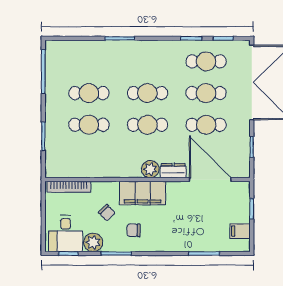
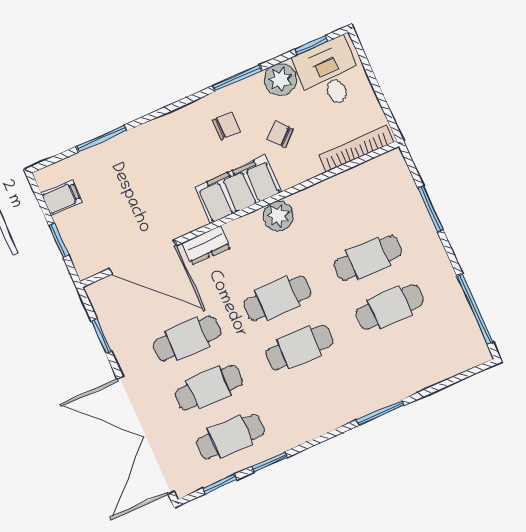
plant: (150, 169) -> (278, 216), moved

